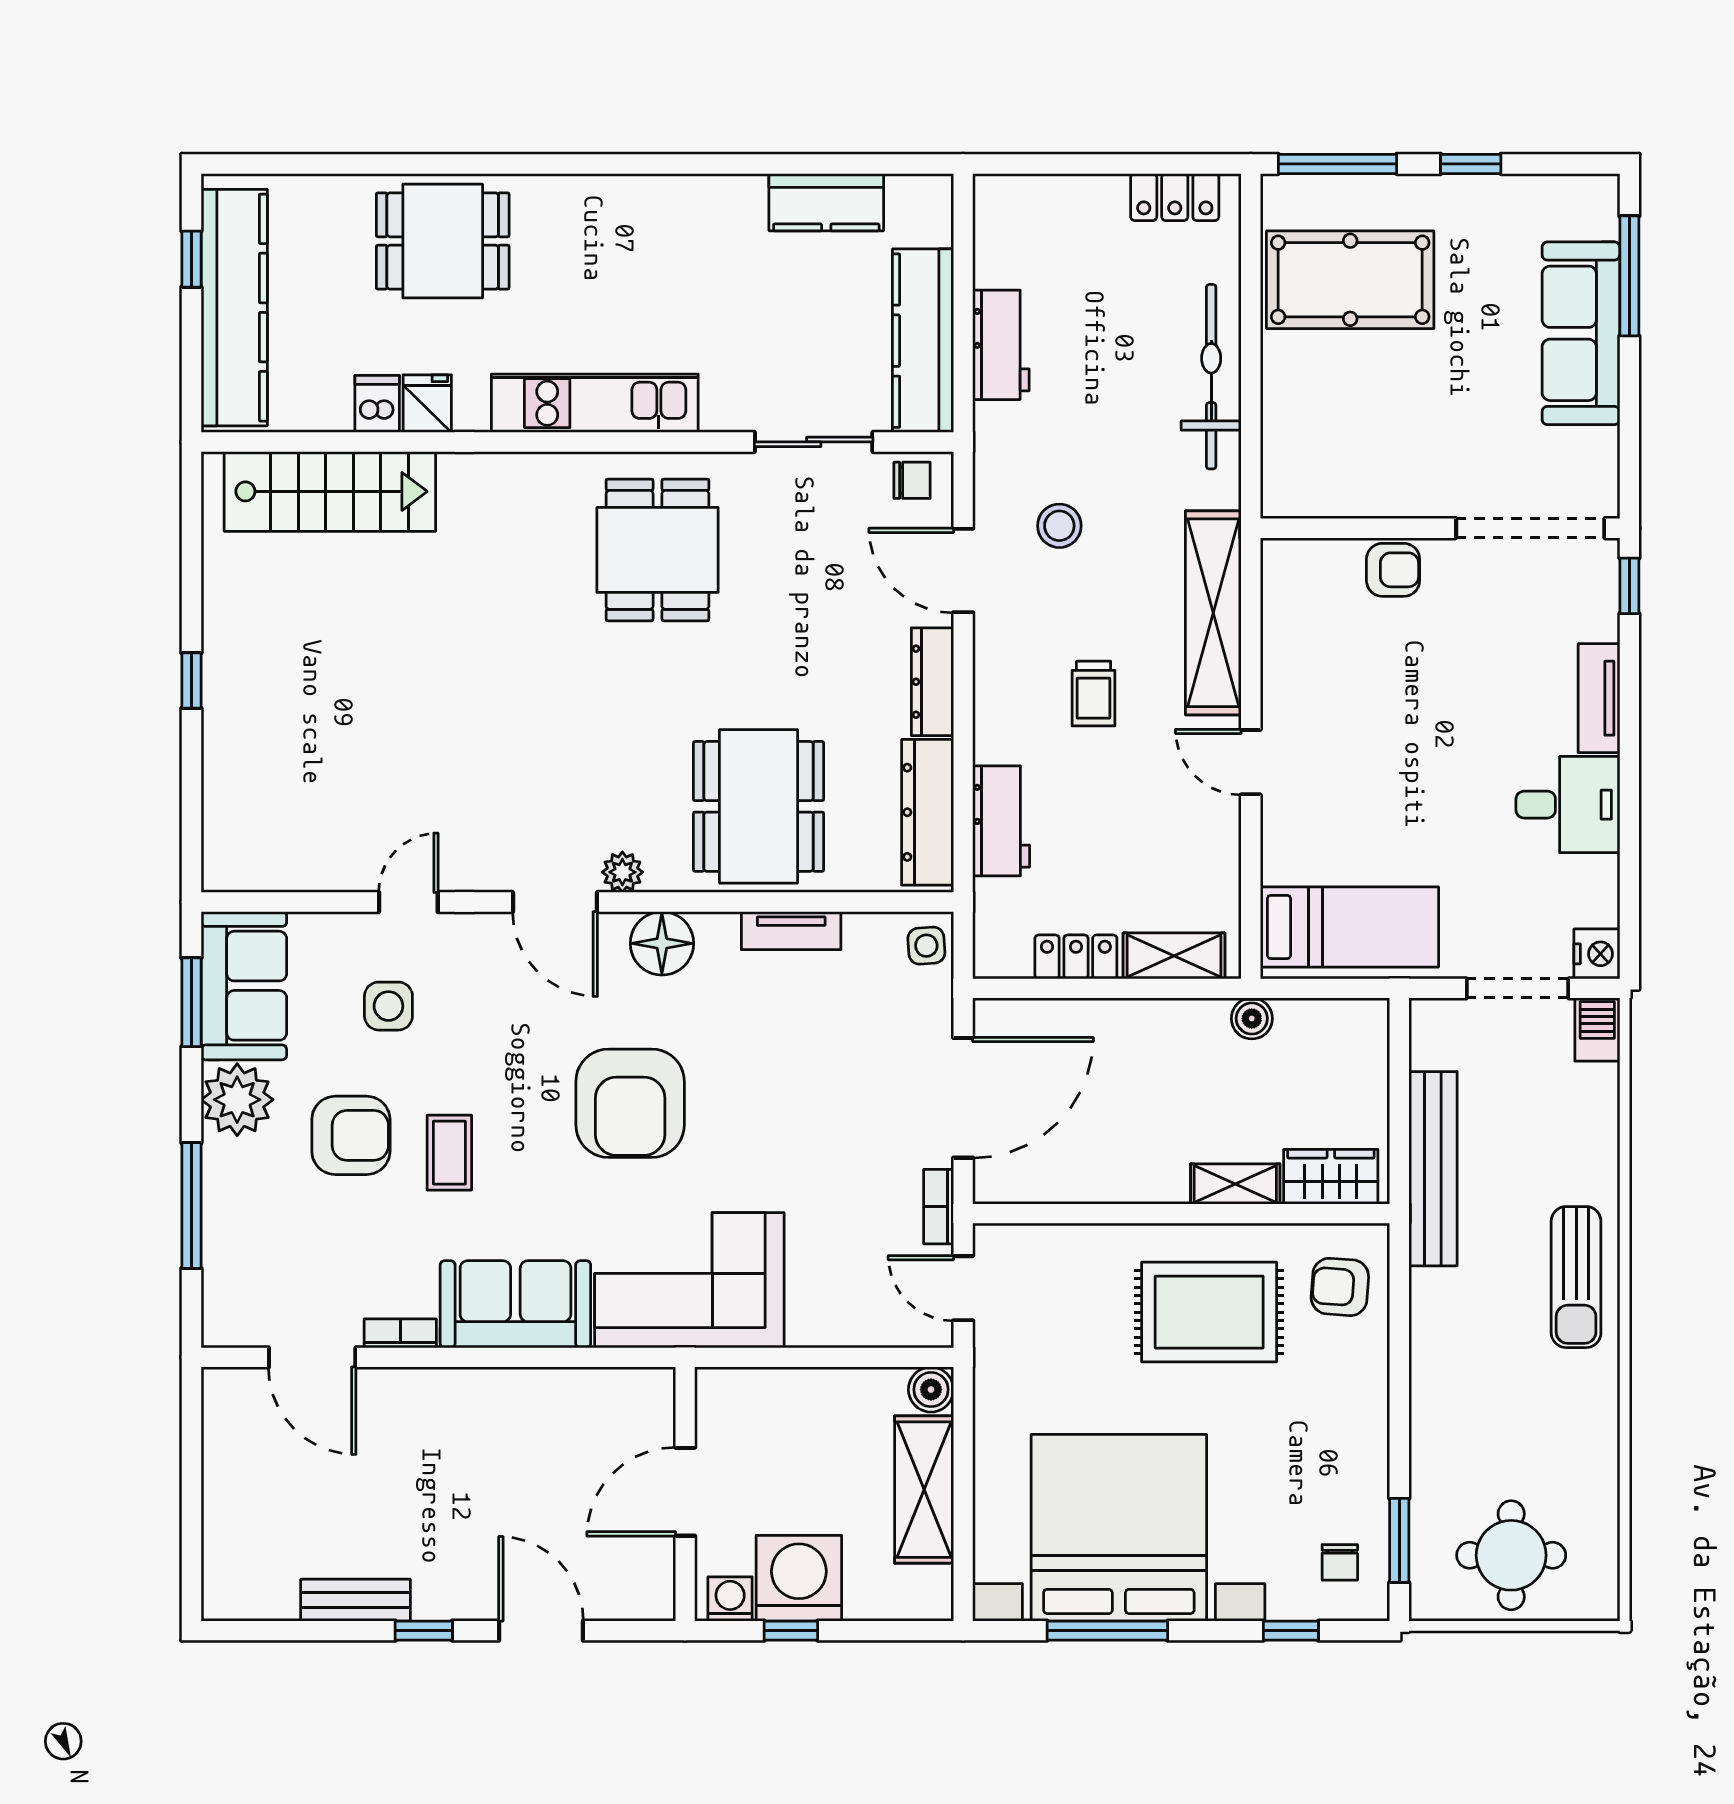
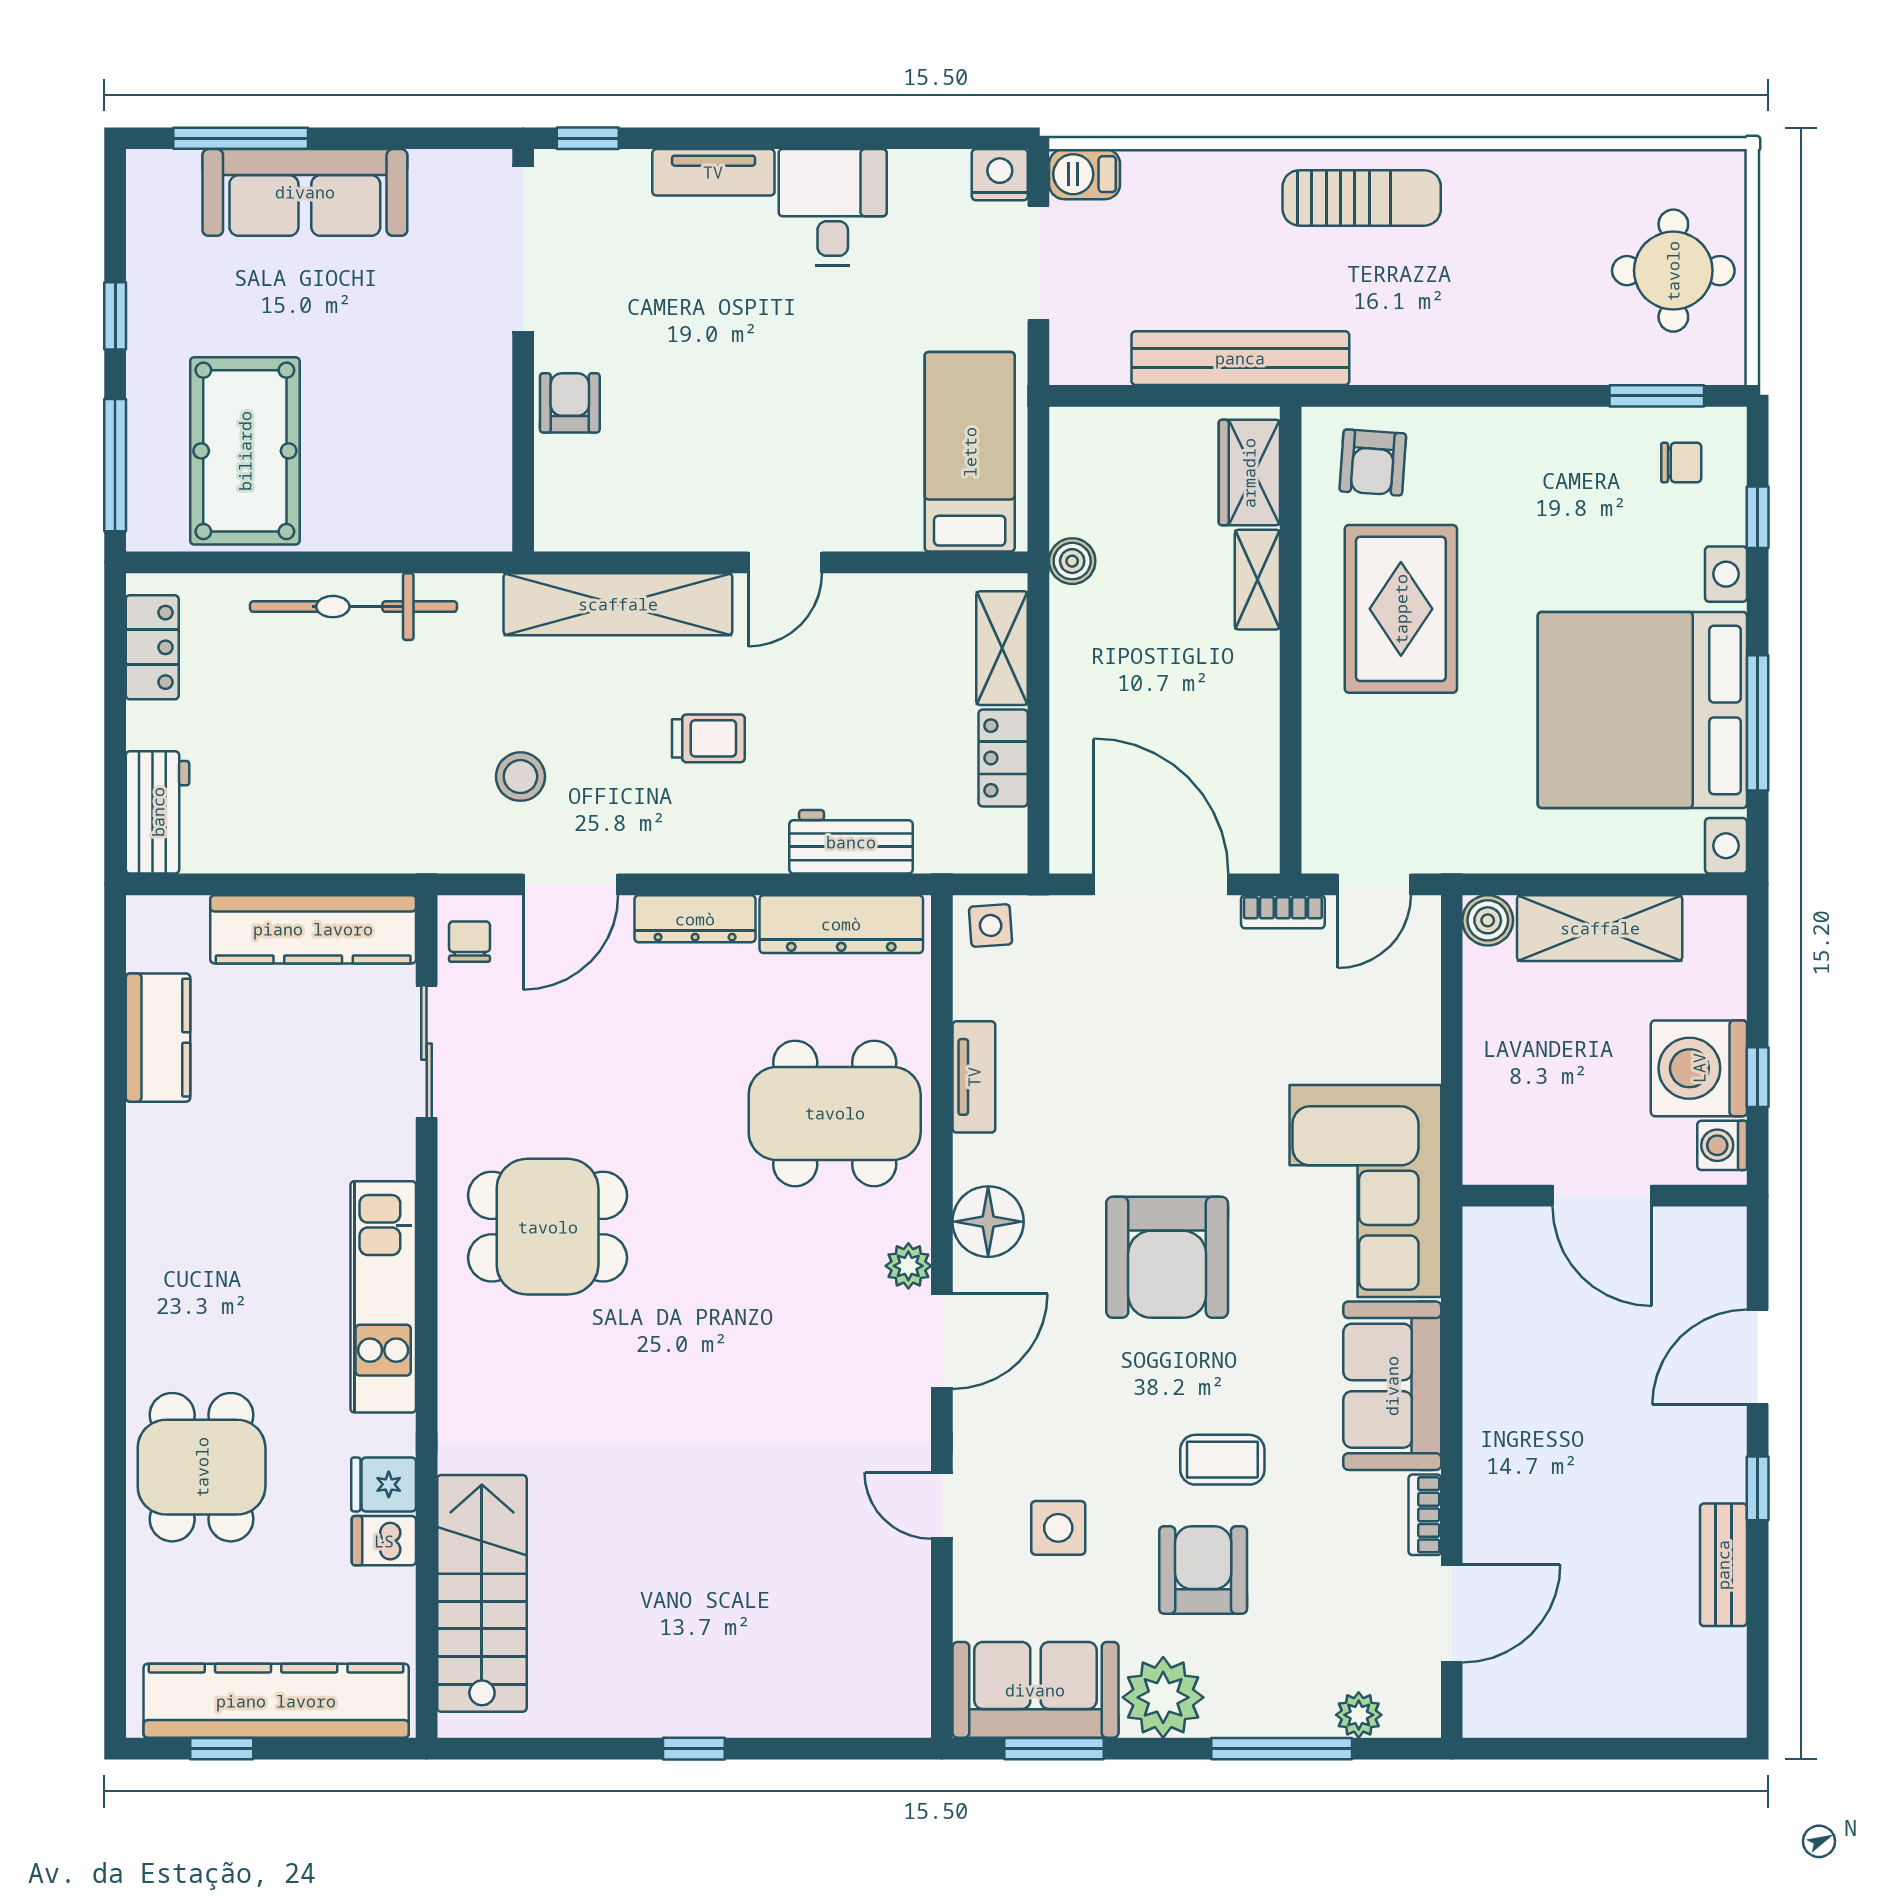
workbench: (1001, 345) -> (158, 812), moved, turned 90
armchair: (630, 1103) -> (1167, 1257), turned 90
plant: (221, 1274) -> (1359, 1715), added

